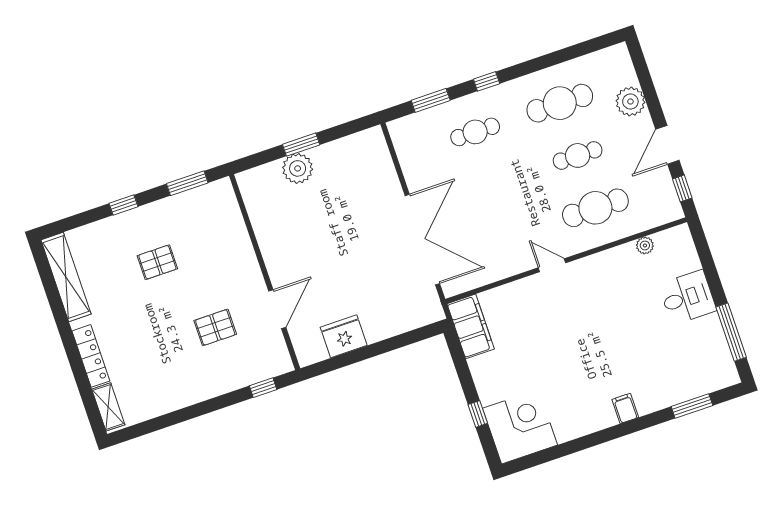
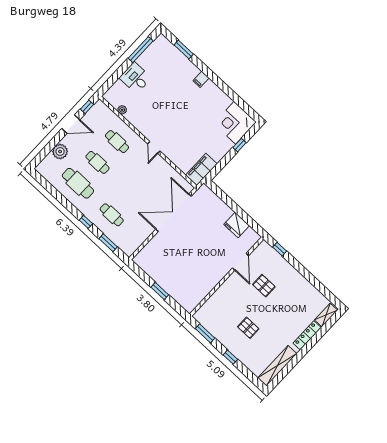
plant: (298, 168) -> (171, 287), removed
cafe table: (595, 208) -> (117, 142), width x0.73, depth x0.74
door: (277, 309) -> (240, 262), swing flipped

